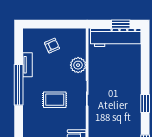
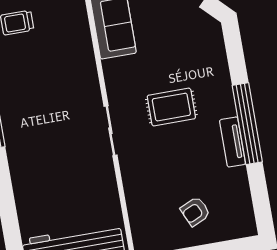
tv unit: (27, 65) -> (233, 142), moved
plant: (78, 65) -> (138, 182), removed

